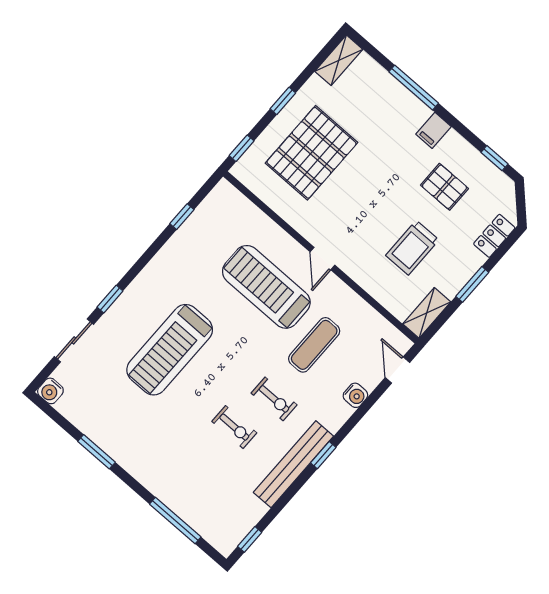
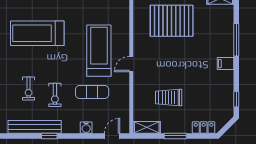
pallet: (444, 187) -> (206, 89), removed

